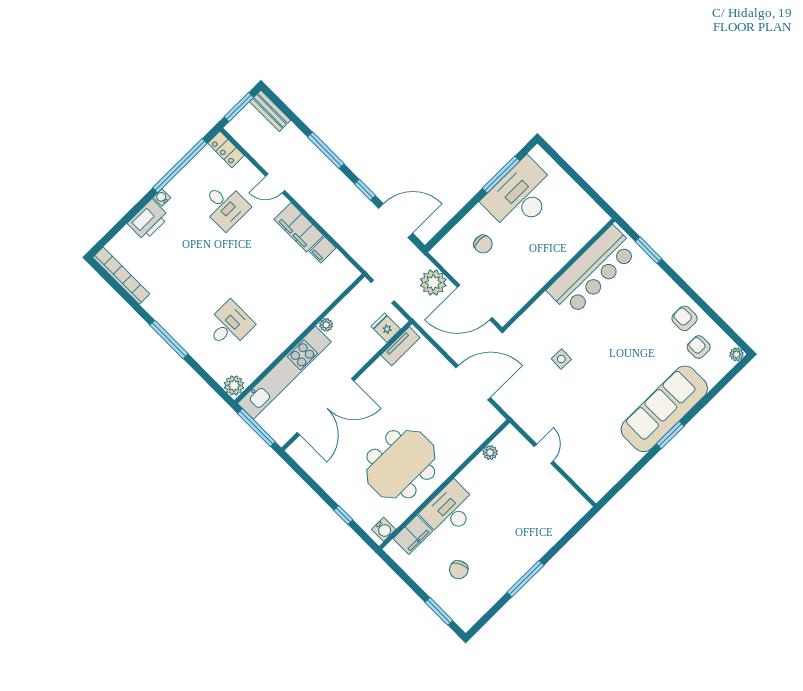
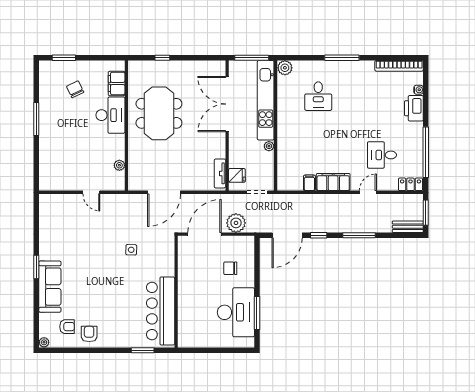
water cooler: (162, 197) -> (419, 90), moved
armchair: (684, 318) -> (89, 334), turned -90
sofa: (664, 409) -> (50, 287), width x0.74, depth x0.79
water cooler: (384, 529) -> (134, 71), removed

